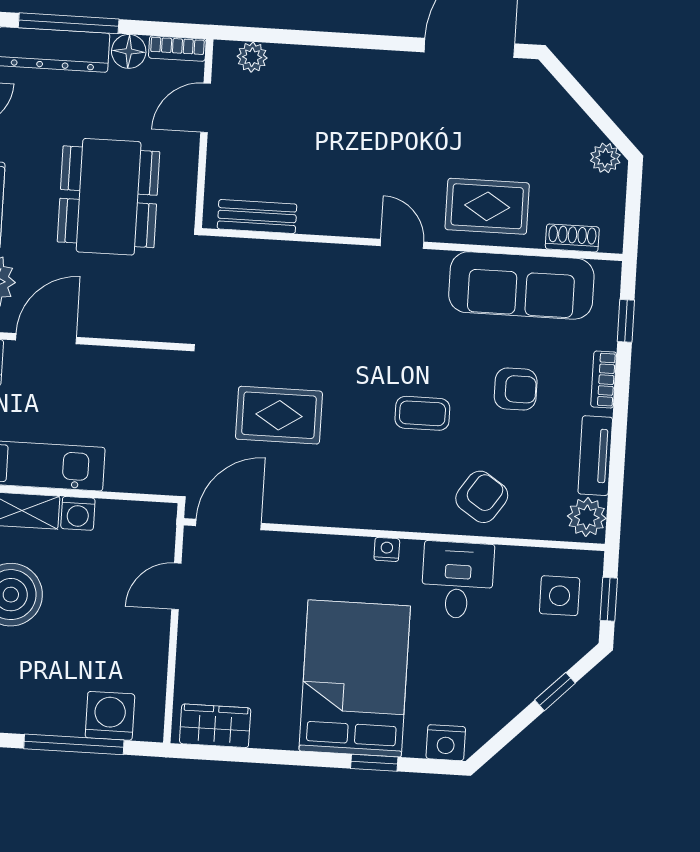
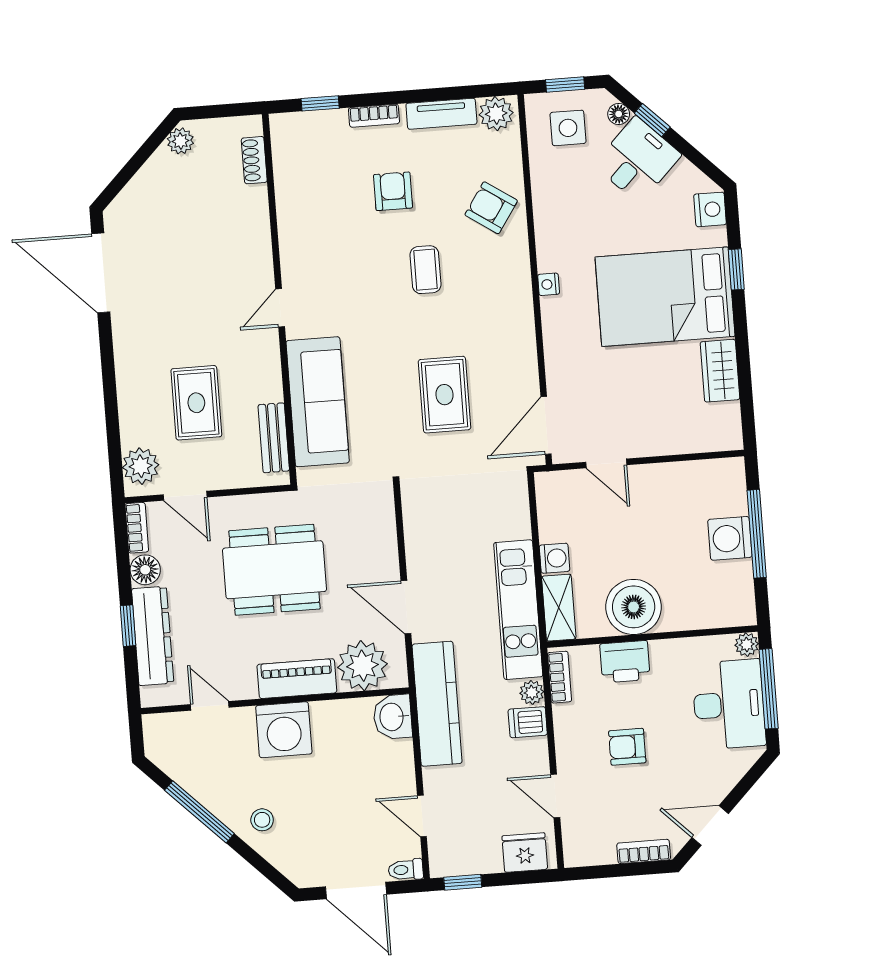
window: (69, 23) -> (128, 626), width x0.46
plant: (252, 57) -> (141, 466), width x1.38, depth x1.38
rug: (487, 206) -> (196, 403), moved
sofa: (521, 285) -> (318, 402), moved
door: (229, 525) -> (546, 425), hinge flipped
desk: (458, 580) -> (637, 160), moved, turned 135
floor lamp: (567, 655) -> (619, 114), added
washing machine: (110, 716) -> (730, 538), moved
wardrobe: (215, 726) -> (720, 371), moved

